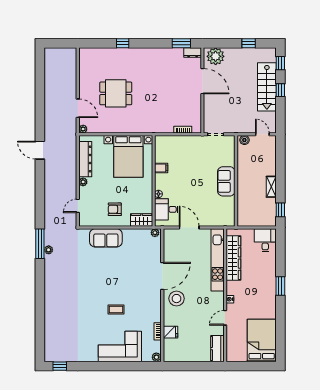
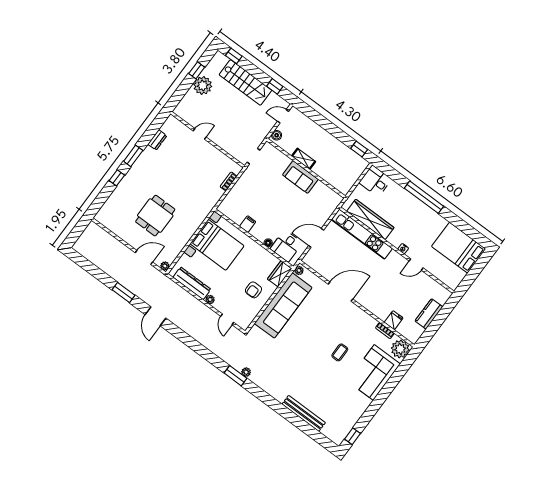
window: (181, 43) -> (133, 156), moved
dresser: (193, 52) -> (157, 140), moved
plant: (216, 56) -> (203, 85), moved
door: (202, 81) -> (200, 134), width x0.53
window: (280, 90) -> (275, 86), moved
window: (40, 113) -> (123, 292), added
door: (40, 150) -> (155, 316), hinge flipped
shelving: (271, 187) -> (304, 159), moved
sofa: (106, 238) -> (283, 305), width x1.85, depth x1.27
window: (40, 244) -> (235, 376), width x0.69
door: (162, 276) -> (341, 292), hinge flipped
window: (280, 286) -> (424, 197), width x2.11
stool: (177, 299) -> (369, 294), removed
bench: (50, 316) -> (304, 413), added
door: (225, 318) -> (416, 264), hinge flipped
kitchen counter: (217, 349) -> (429, 314), moved, turned 90
plant: (156, 357) -> (400, 349), width x1.87, depth x1.87

